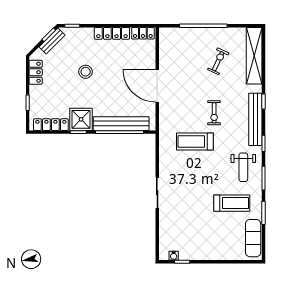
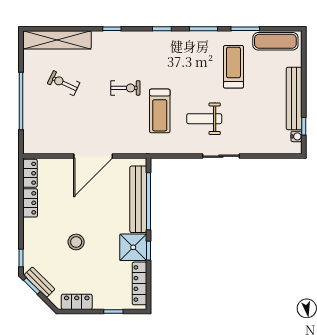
locker: (112, 33) -> (30, 203), width x0.66
bench: (255, 119) -> (294, 98), moved, turned 90
weight bench: (243, 167) -> (204, 119), moved, turned 180

